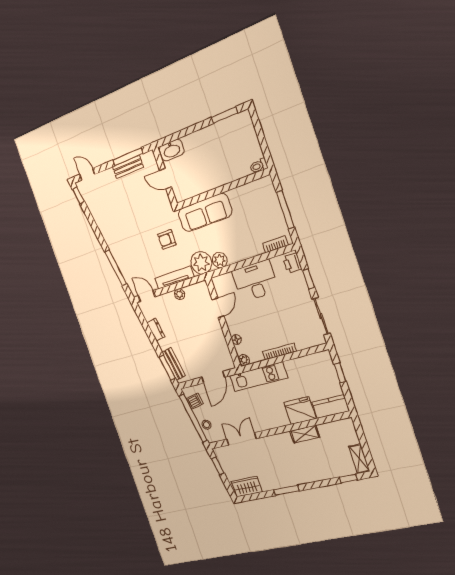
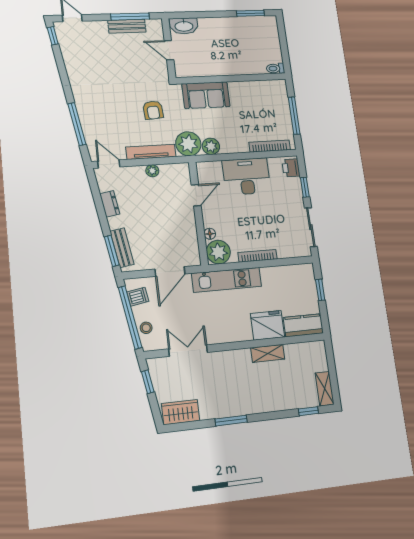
sofa: (205, 213) -> (206, 95), width x0.73
armchair: (167, 239) -> (153, 110), turned -94
bookcase: (276, 244) -> (270, 146), width x1.56
plant: (244, 360) -> (218, 252), width x1.88, depth x1.88

